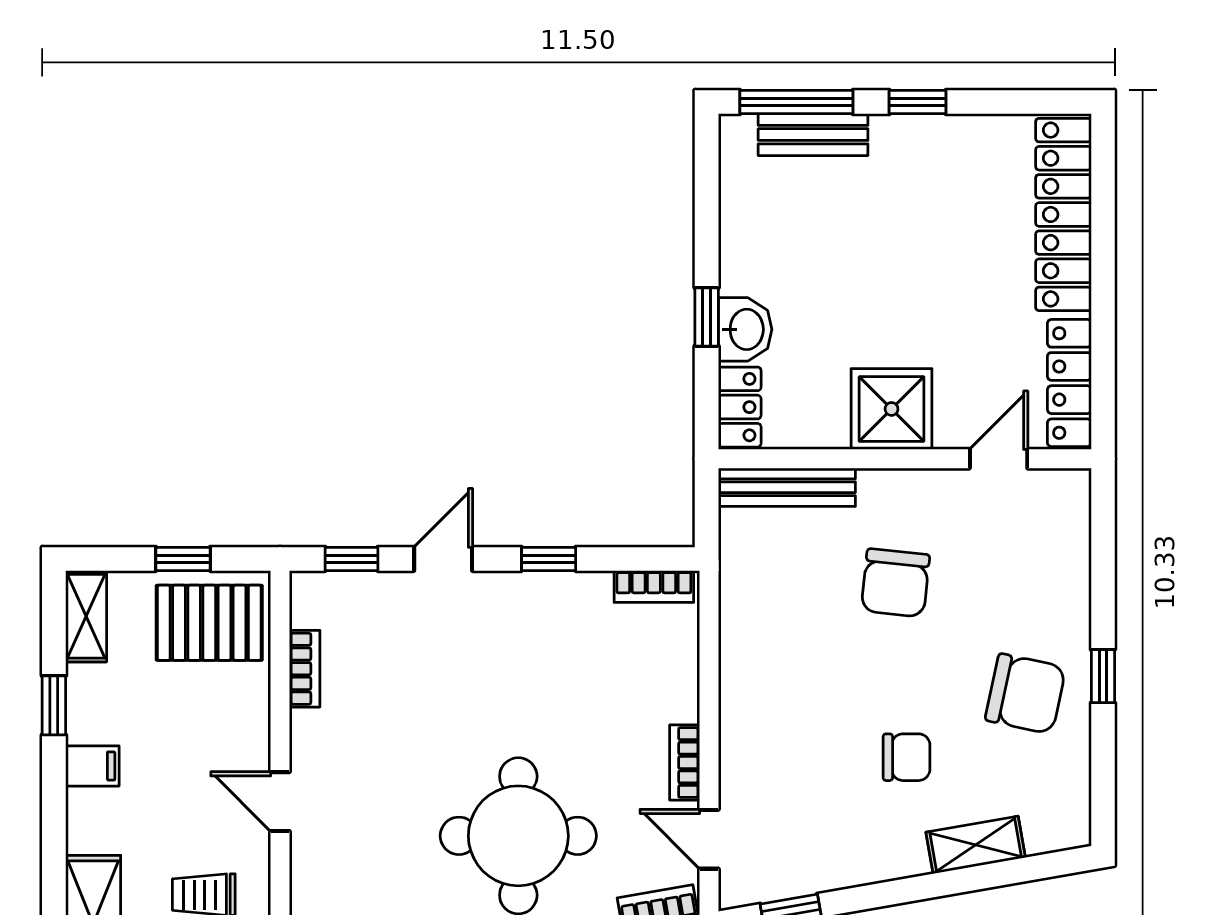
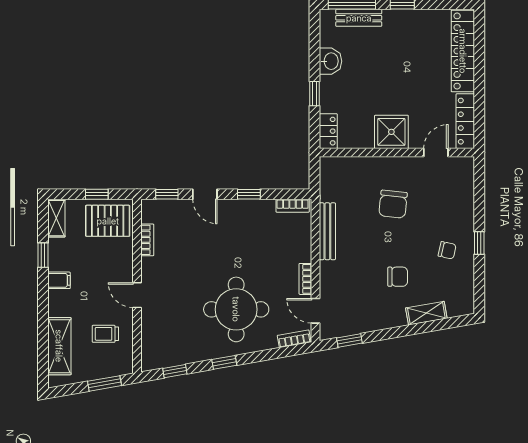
washbasin: (745, 329) -> (330, 61), moved
bench: (787, 487) -> (327, 231), moved, turned 90
door: (443, 559) -> (205, 194), swing flipped
chair: (1026, 694) -> (447, 250), width x0.54, depth x0.54

